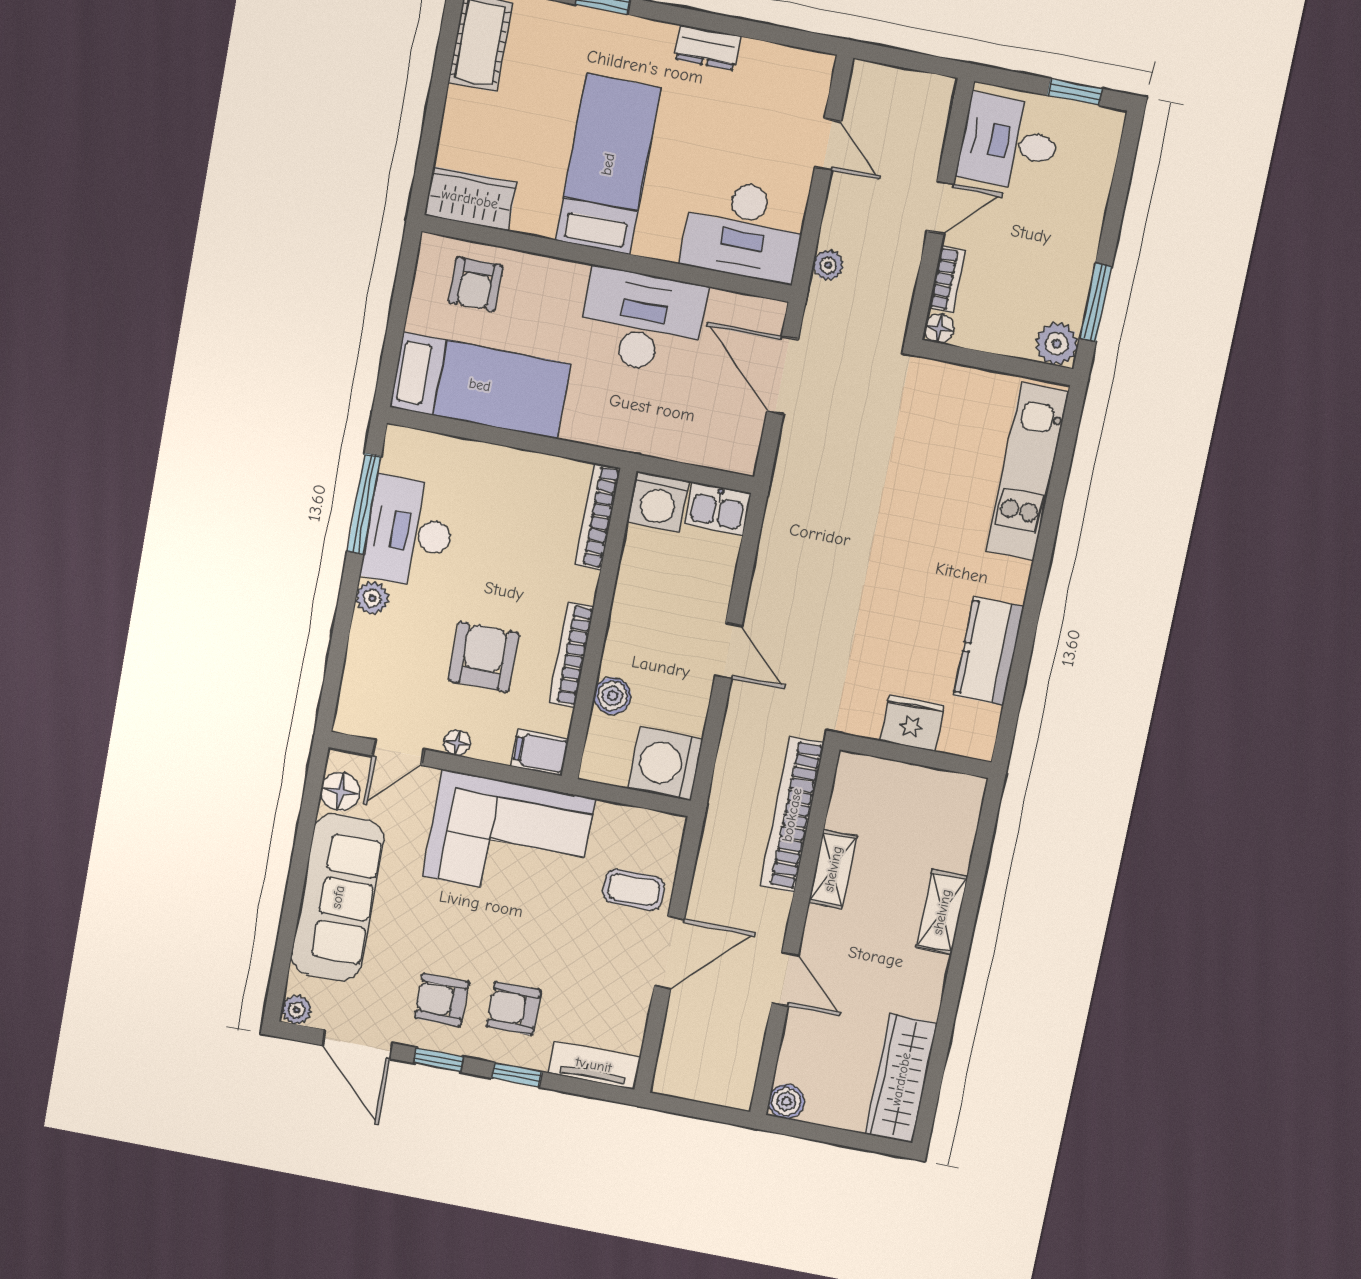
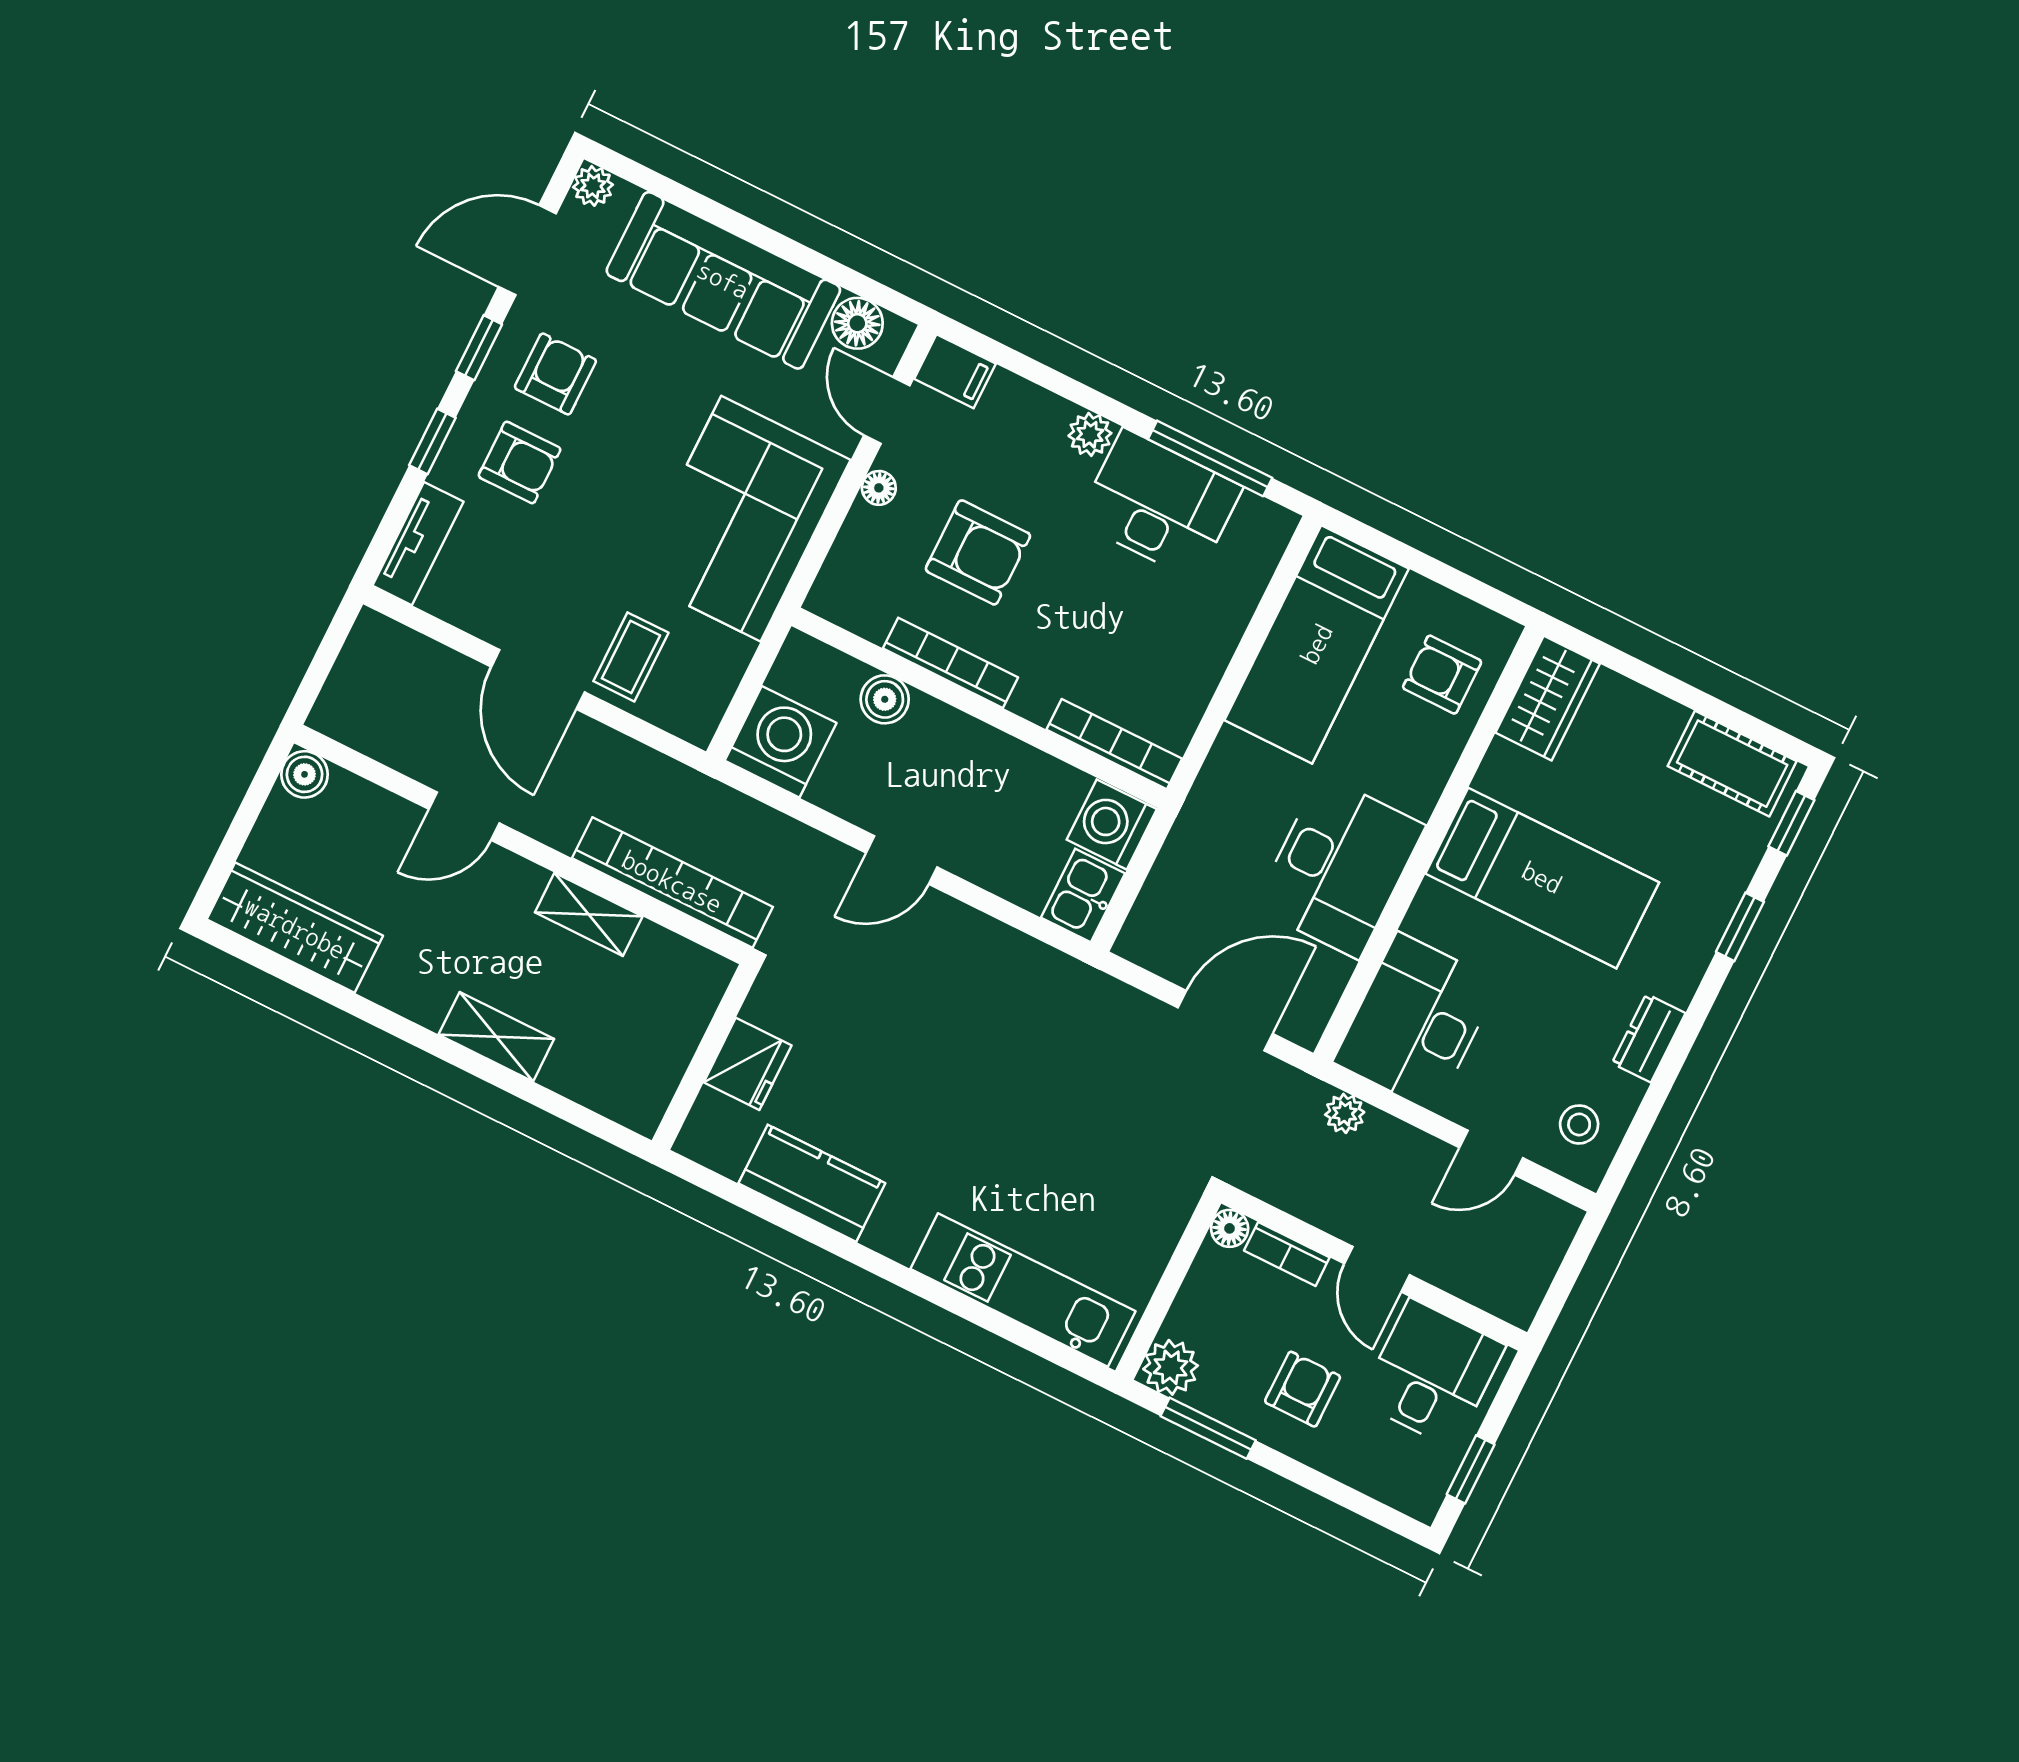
stool: (788, 83) -> (1579, 1124), added
armchair: (1047, 239) -> (1303, 1389), added
filing cabinet: (540, 753) -> (955, 371), moved, turned 90
armchair: (514, 1008) -> (520, 462), turned 90

